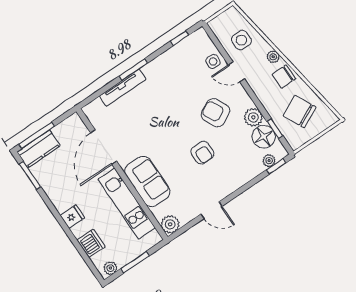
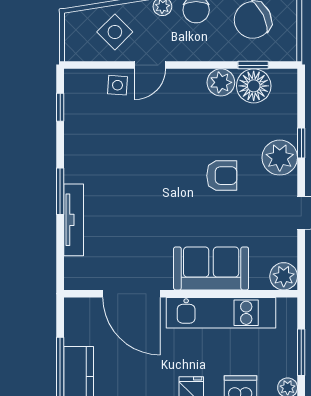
side table: (241, 40) -> (115, 32), turned 45
armchair: (215, 113) -> (183, 126), removed
plant: (269, 161) -> (280, 158), moved, width x1.87, depth x1.87
window: (276, 166) -> (301, 143), moved

